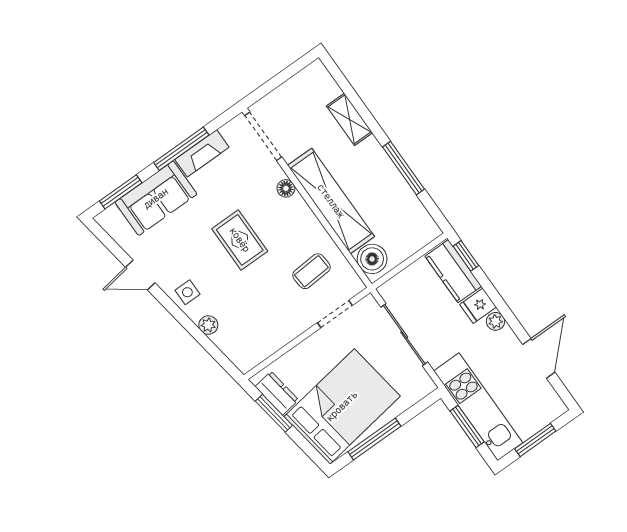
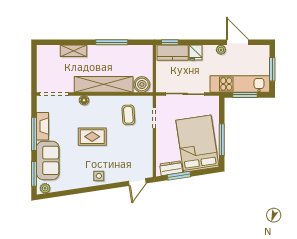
door: (140, 275) -> (137, 182), moved
plant: (495, 321) -> (221, 50), moved
plant: (208, 325) -> (45, 188), moved

